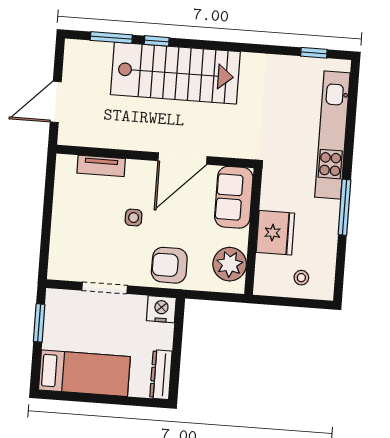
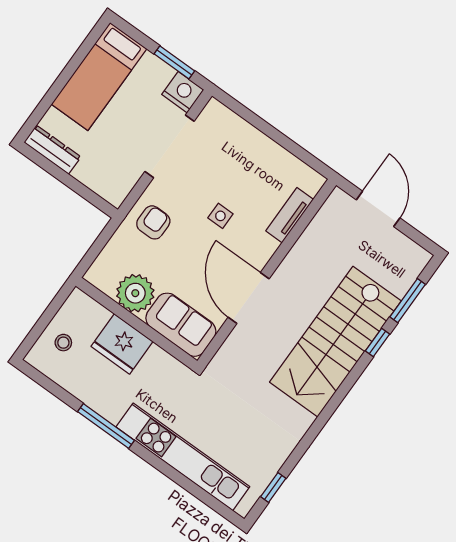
plant: (230, 264) -> (135, 293), moved
armchair: (169, 265) -> (153, 222), width x0.72, depth x0.72
doorway: (105, 288) -> (169, 146), width x1.36
nightstand: (161, 309) -> (183, 92), moved, turned -90

